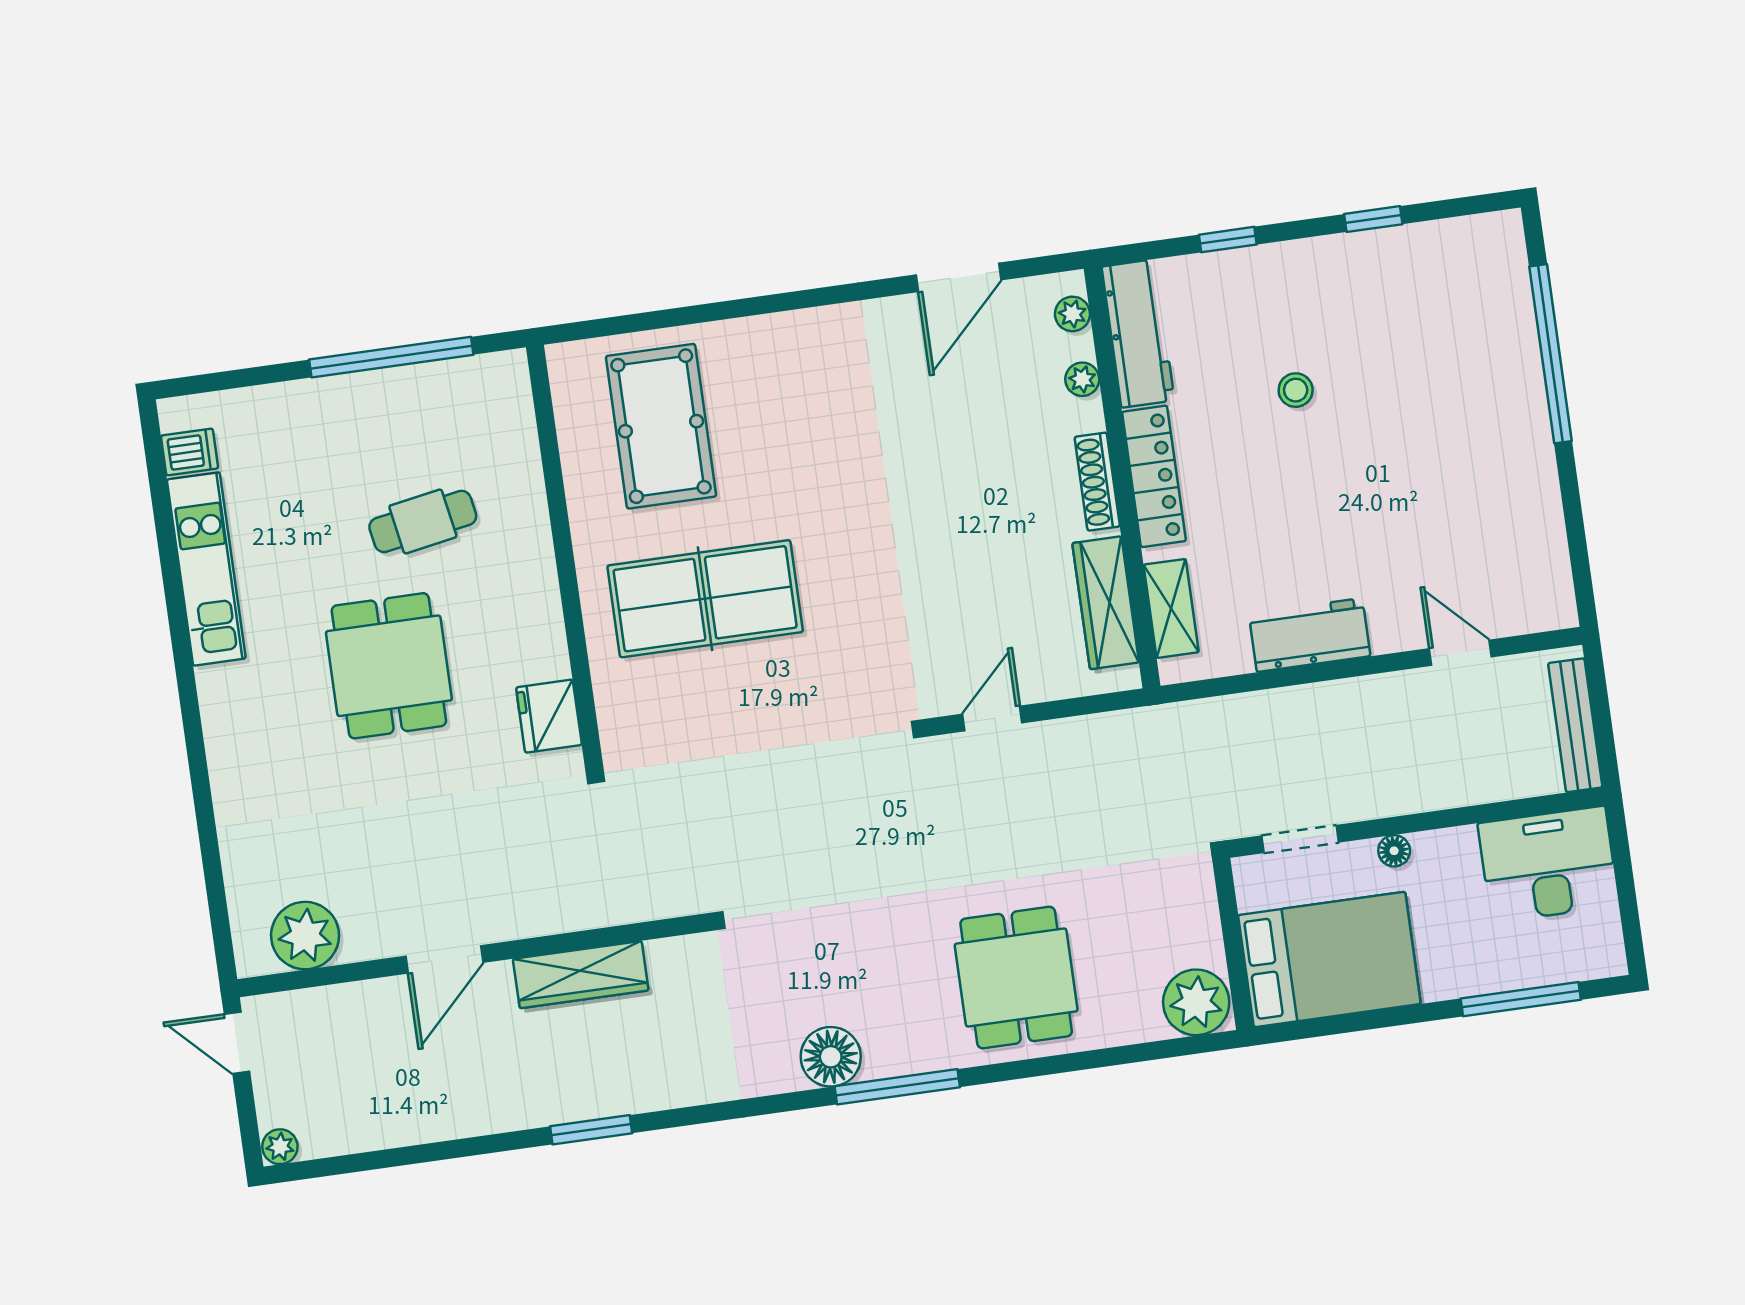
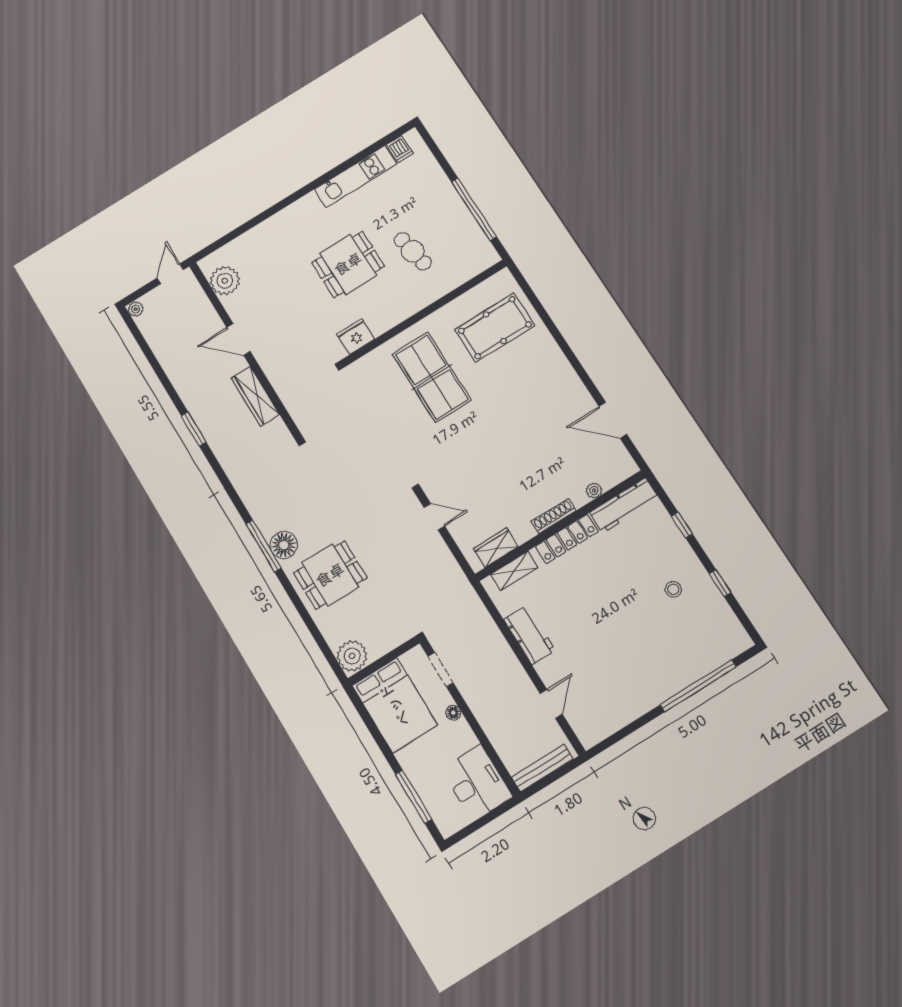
plant: (1072, 314) -> (620, 474), removed
stool: (1296, 390) -> (673, 589), moved
wardrobe: (1106, 603) -> (496, 548), width x0.67
floor lamp: (831, 1057) -> (284, 545), moved

